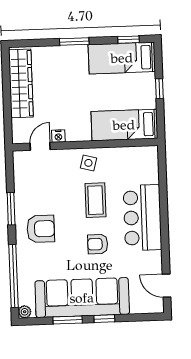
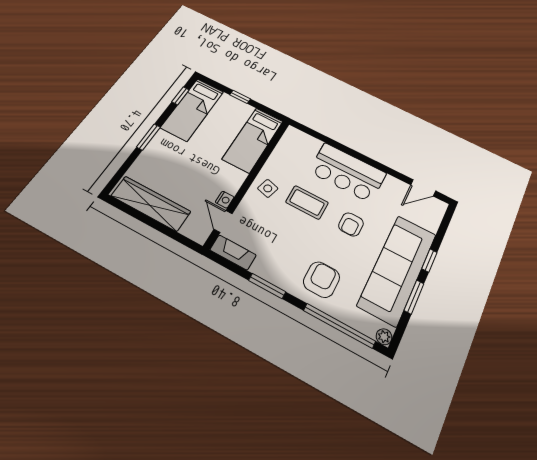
fireplace: (21, 169) -> (233, 252), added
armchair: (41, 229) -> (322, 280), moved

